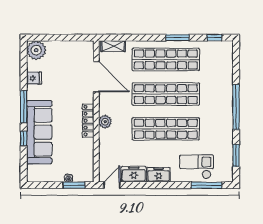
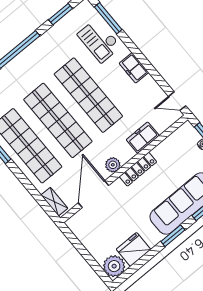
fridge: (34, 78) -> (133, 249), width x1.88, depth x1.34
window: (24, 107) -> (173, 236), width x0.69
plant: (105, 122) -> (113, 165), moved
freezer: (134, 174) -> (143, 138), moved, turned 90

